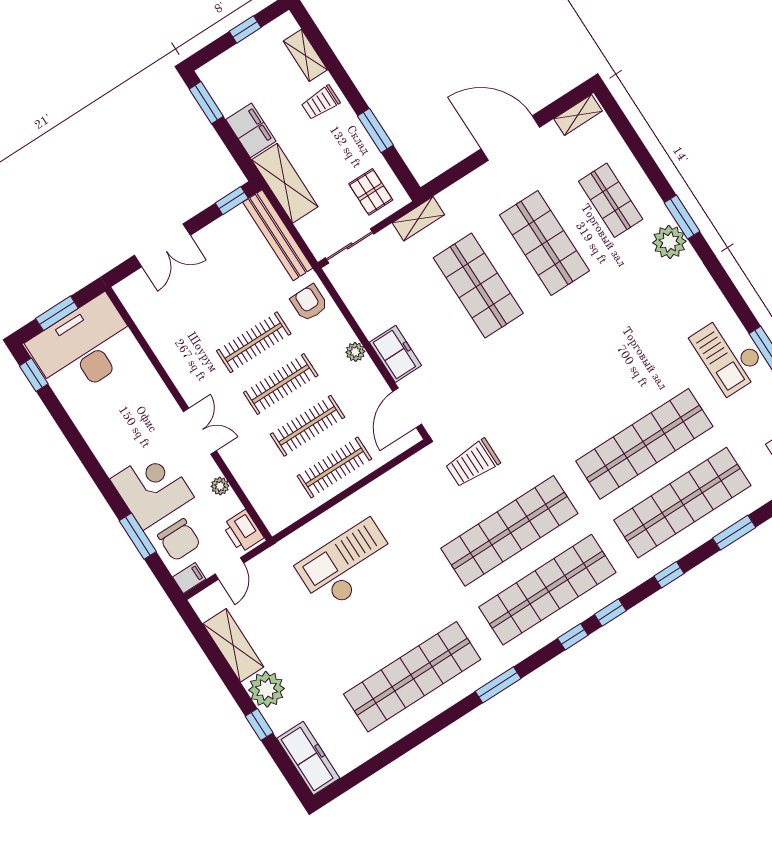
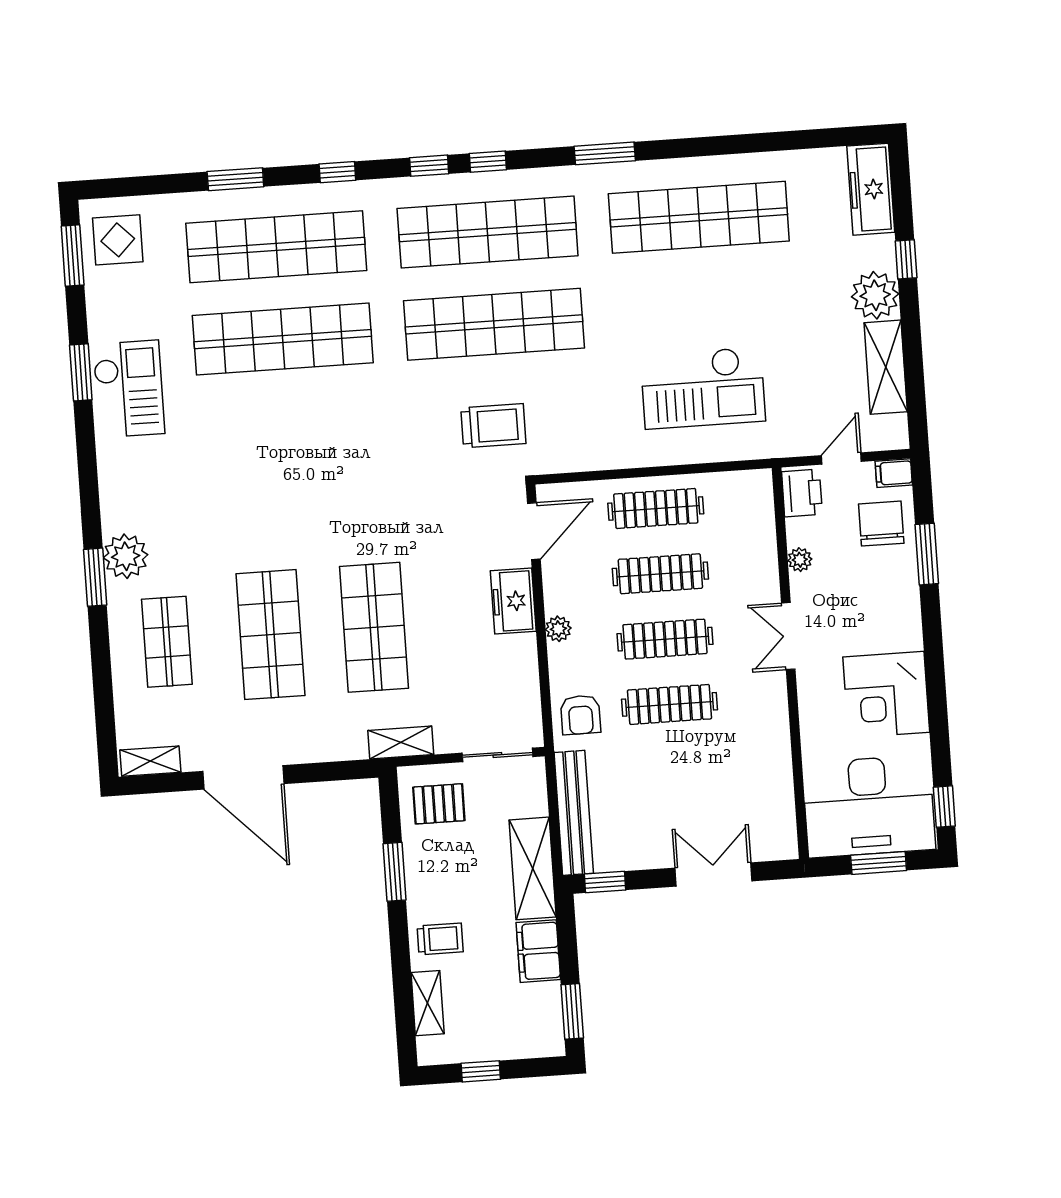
pallet: (371, 192) -> (439, 804), turned 90
corner desk: (152, 488) -> (886, 695), moved

